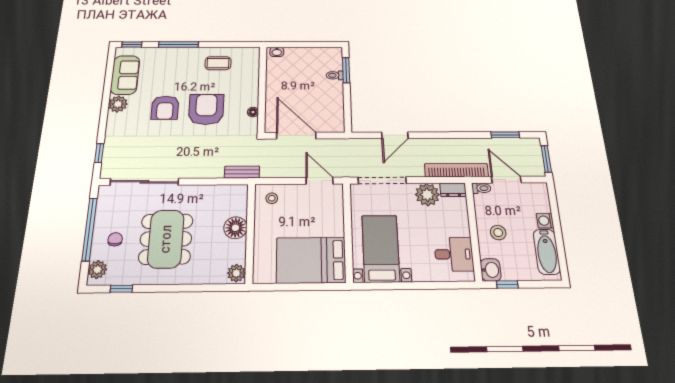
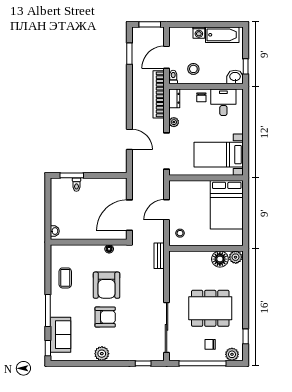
sofa: (125, 75) -> (60, 335), moved, turned 90
armchair: (206, 109) -> (107, 285), turned -90
door: (320, 181) -> (167, 210), moved
plant: (427, 195) -> (174, 122), width x0.53, depth x0.53
chair: (458, 225) -> (201, 97), added
floor lamp: (235, 228) -> (220, 259), moved
stool: (498, 233) -> (193, 69), moved

